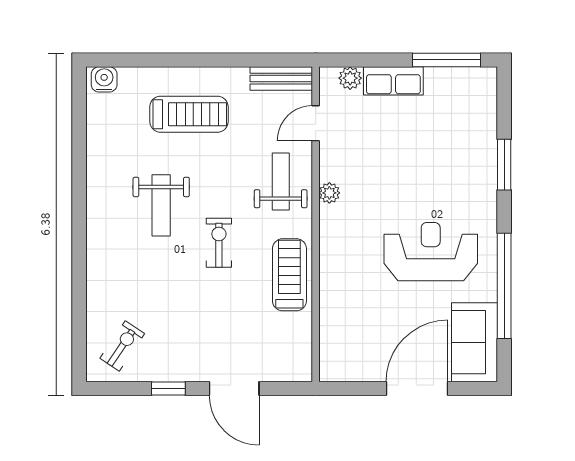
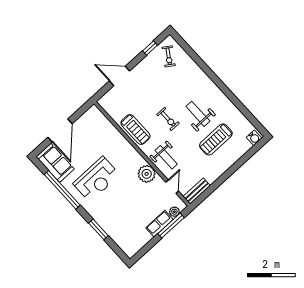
window: (446, 60) -> (171, 226), moved
treadmill: (189, 114) -> (216, 139), moved
plant: (329, 193) -> (147, 174), width x1.88, depth x1.88
window: (168, 388) -> (150, 48), moved

